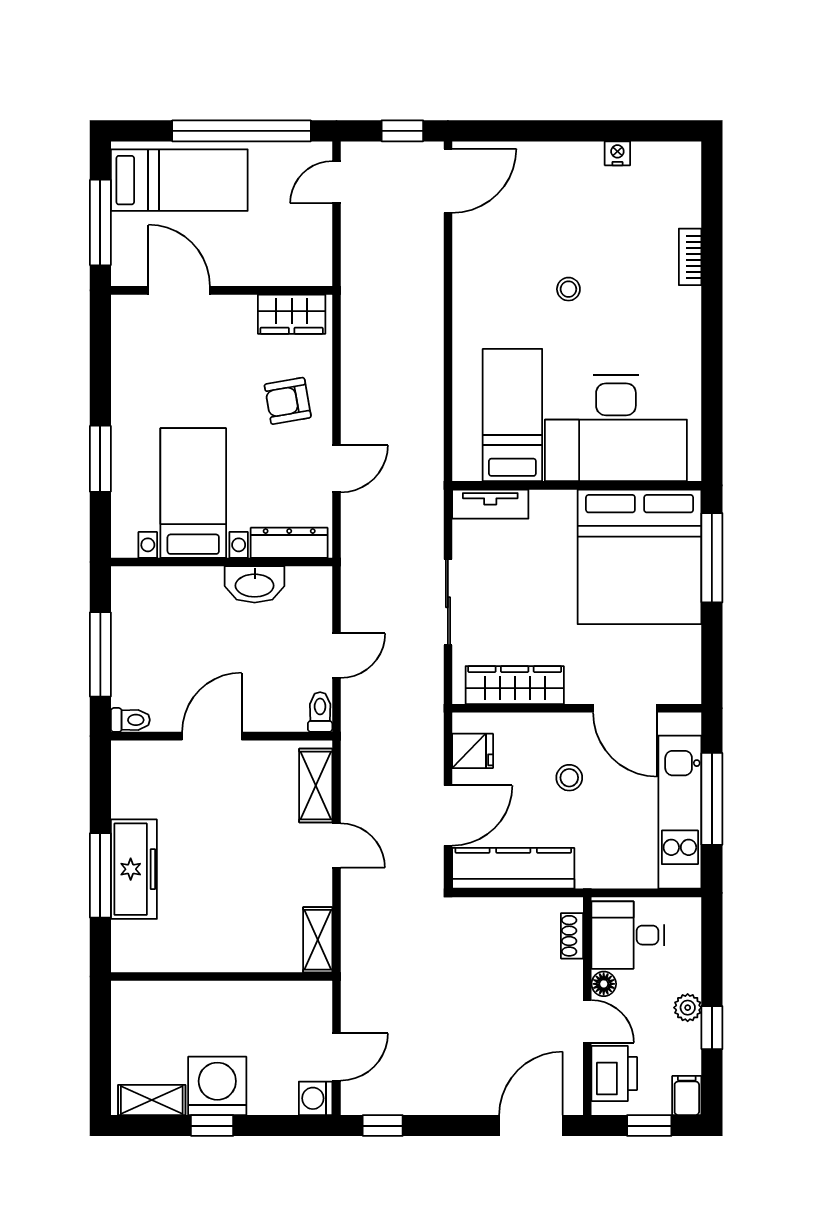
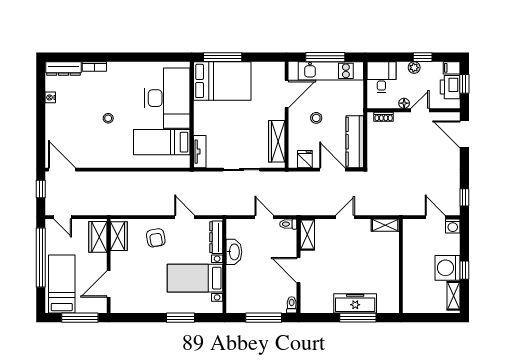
dresser: (685, 184) -> (64, 69), added
wardrobe: (290, 265) -> (98, 237), added
bed: (640, 557) -> (222, 81), width x0.73
shelving: (316, 785) -> (307, 235), moved, turned 90
desk: (628, 935) -> (381, 77), moved, turned 180
printer: (614, 1074) -> (450, 87), moved, turned -90

